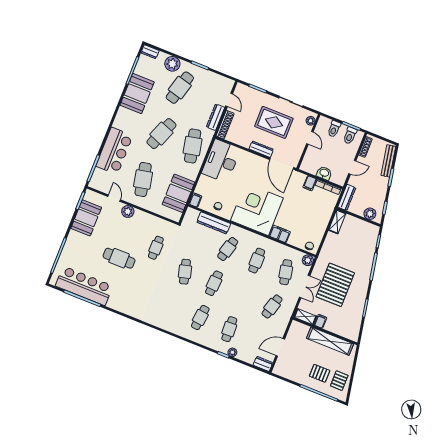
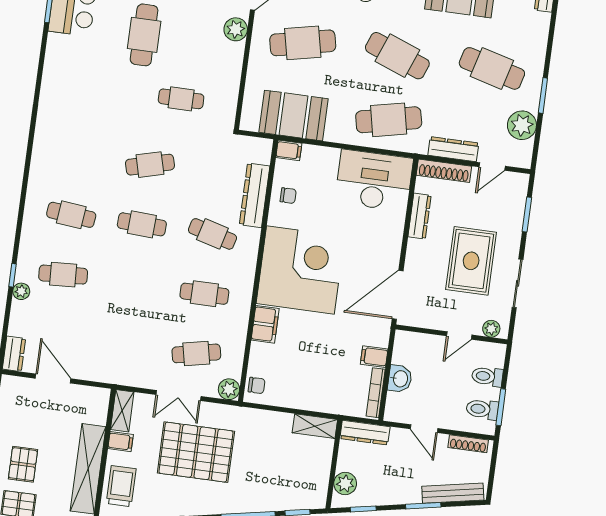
plant: (172, 64) -> (522, 125), moved
dresser: (261, 149) -> (420, 216), moved
cafe table: (272, 306) -> (126, 344), removed
trolley: (343, 327) -> (121, 486), added

